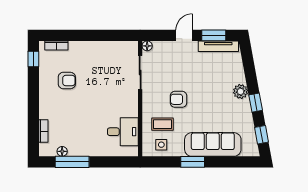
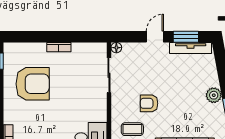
bookcase: (56, 45) -> (59, 47), moved
armchair: (67, 81) -> (33, 84), width x1.88, depth x1.88

